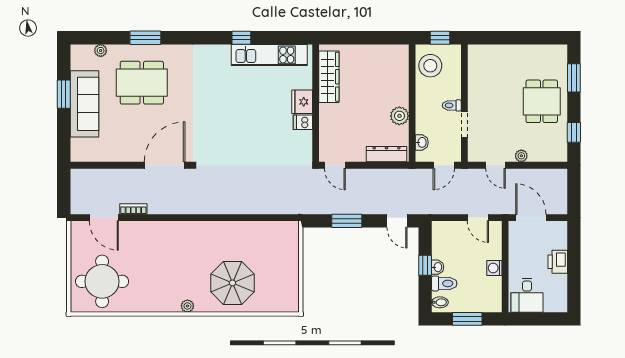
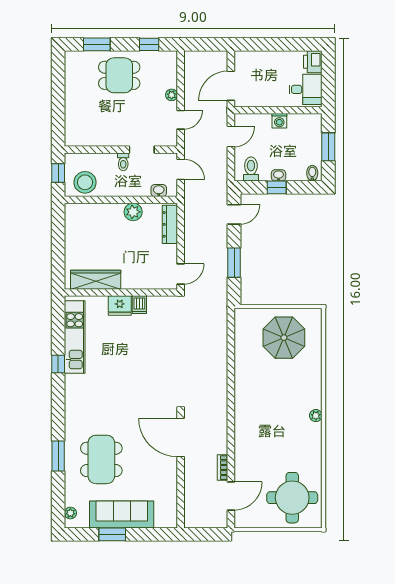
plant: (101, 51) -> (70, 513), moved
printer: (558, 262) -> (313, 62), moved, turned 90
parasol: (232, 283) -> (284, 338), moved
toilet: (444, 283) -> (251, 169), moved

